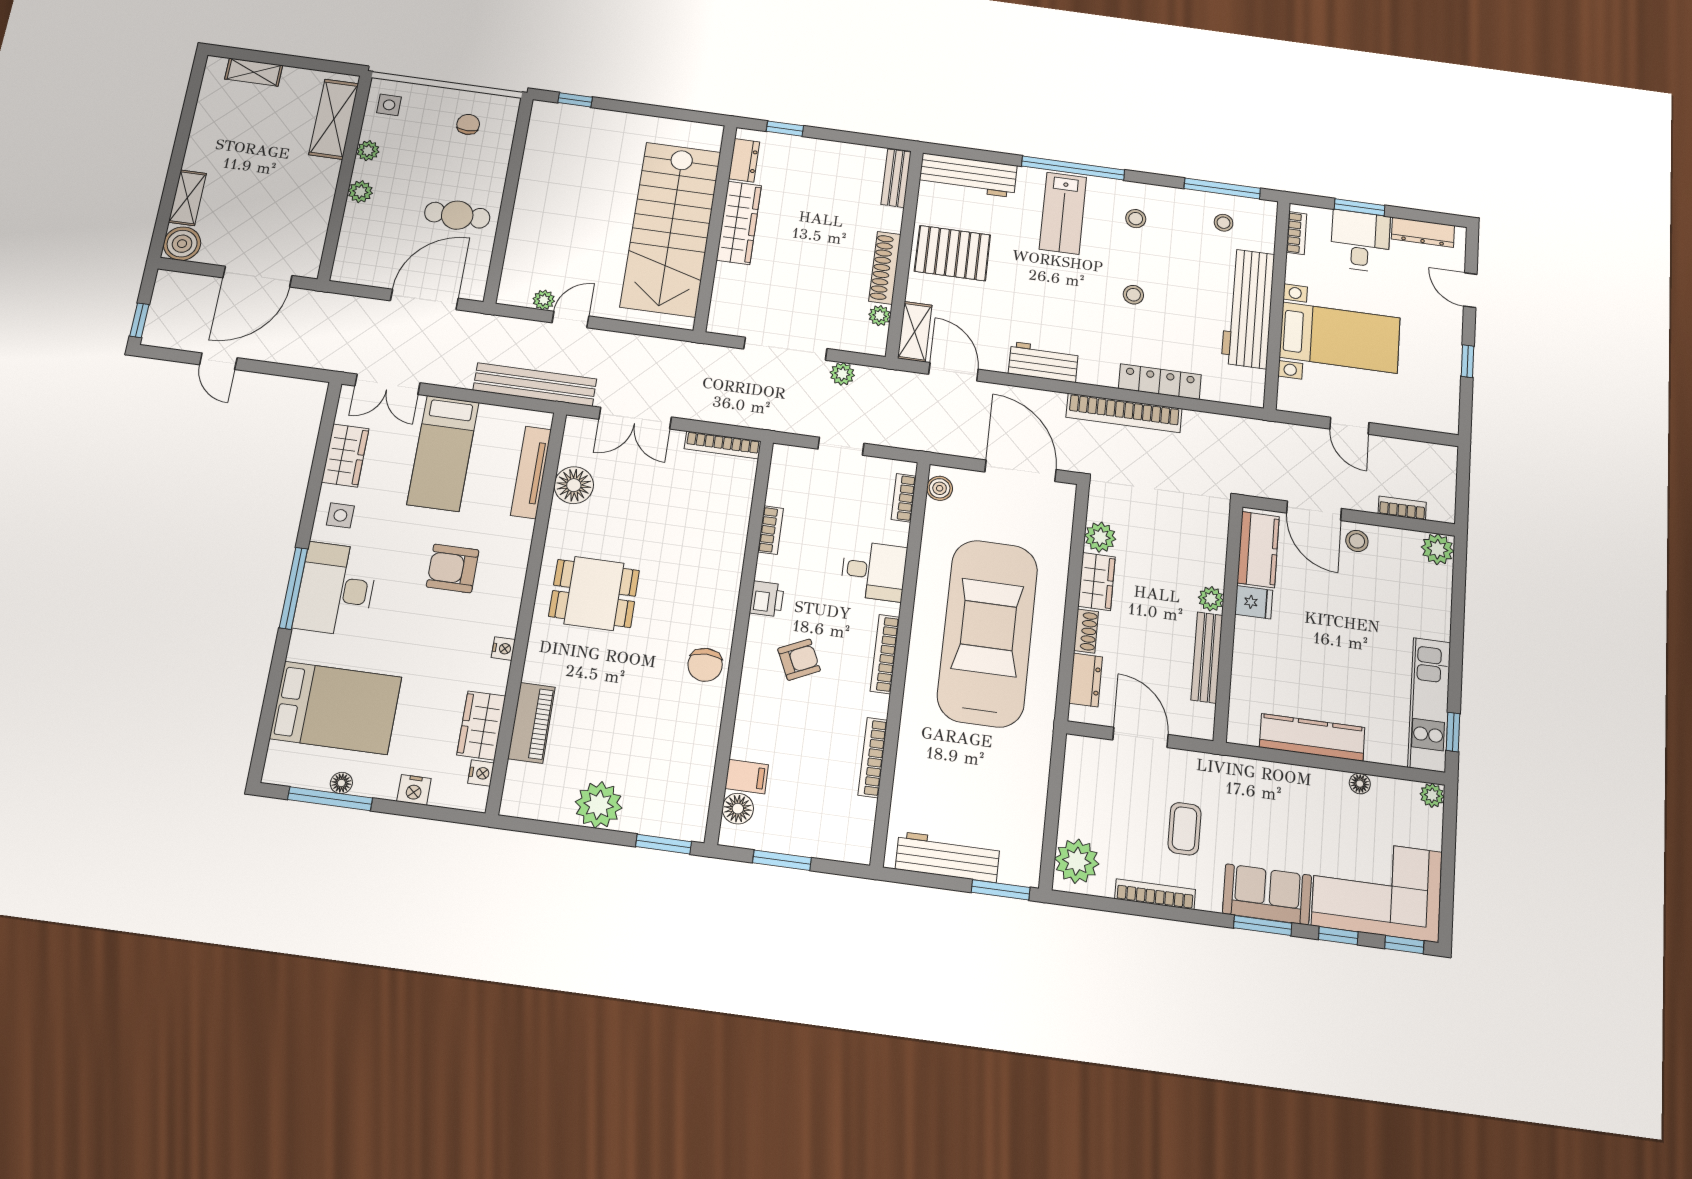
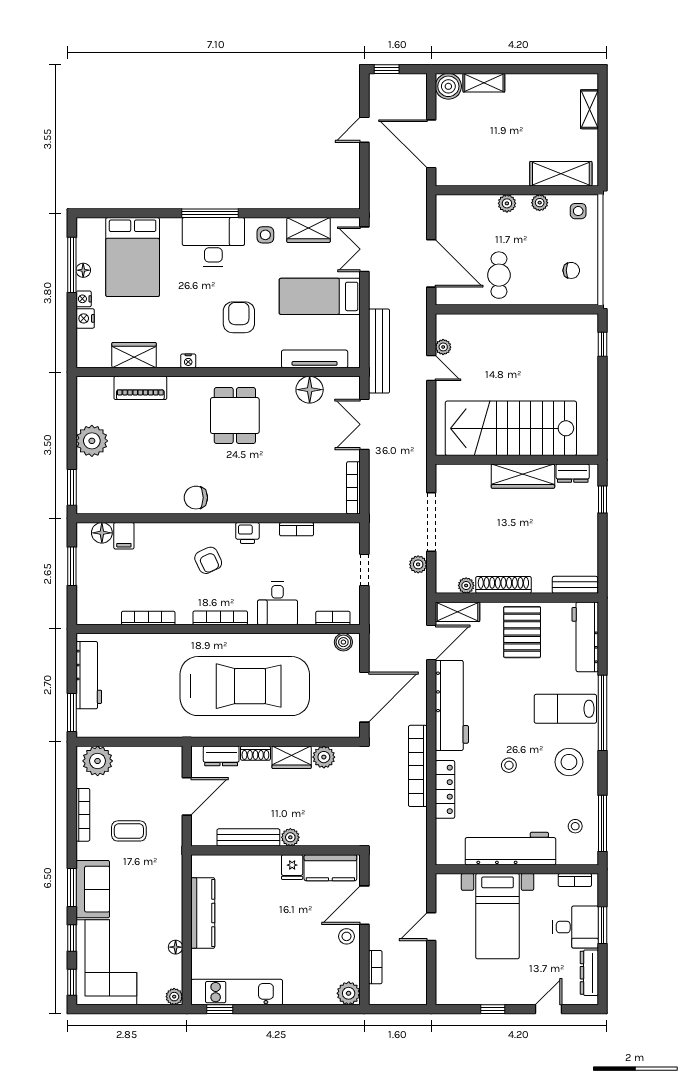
stool: (1136, 219) -> (569, 762), width x1.89, depth x1.89
workbench: (1043, 362) -> (452, 705), width x1.88, depth x1.32
nightstand: (481, 773) -> (84, 299), moved, turned 90

